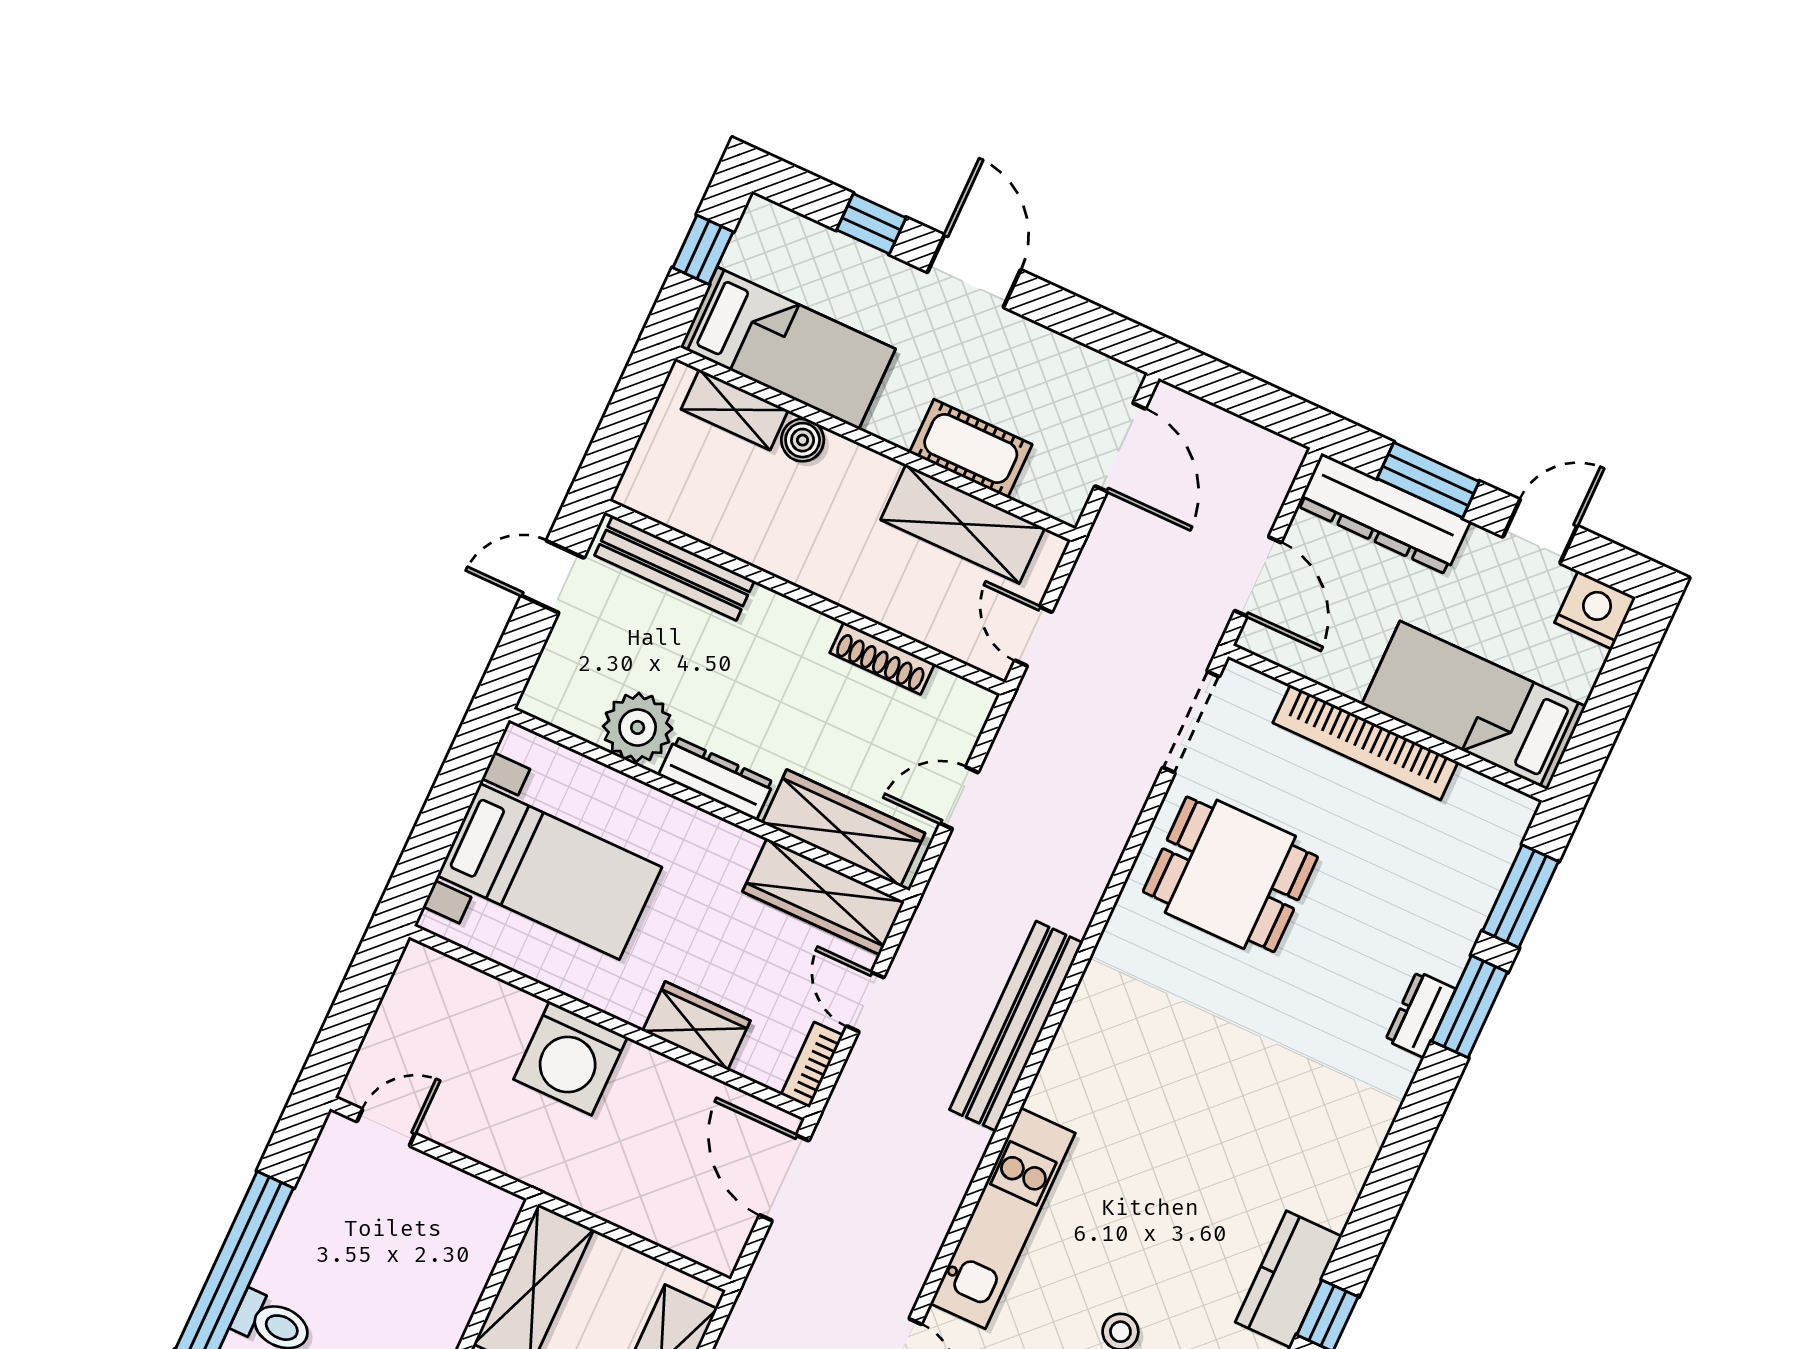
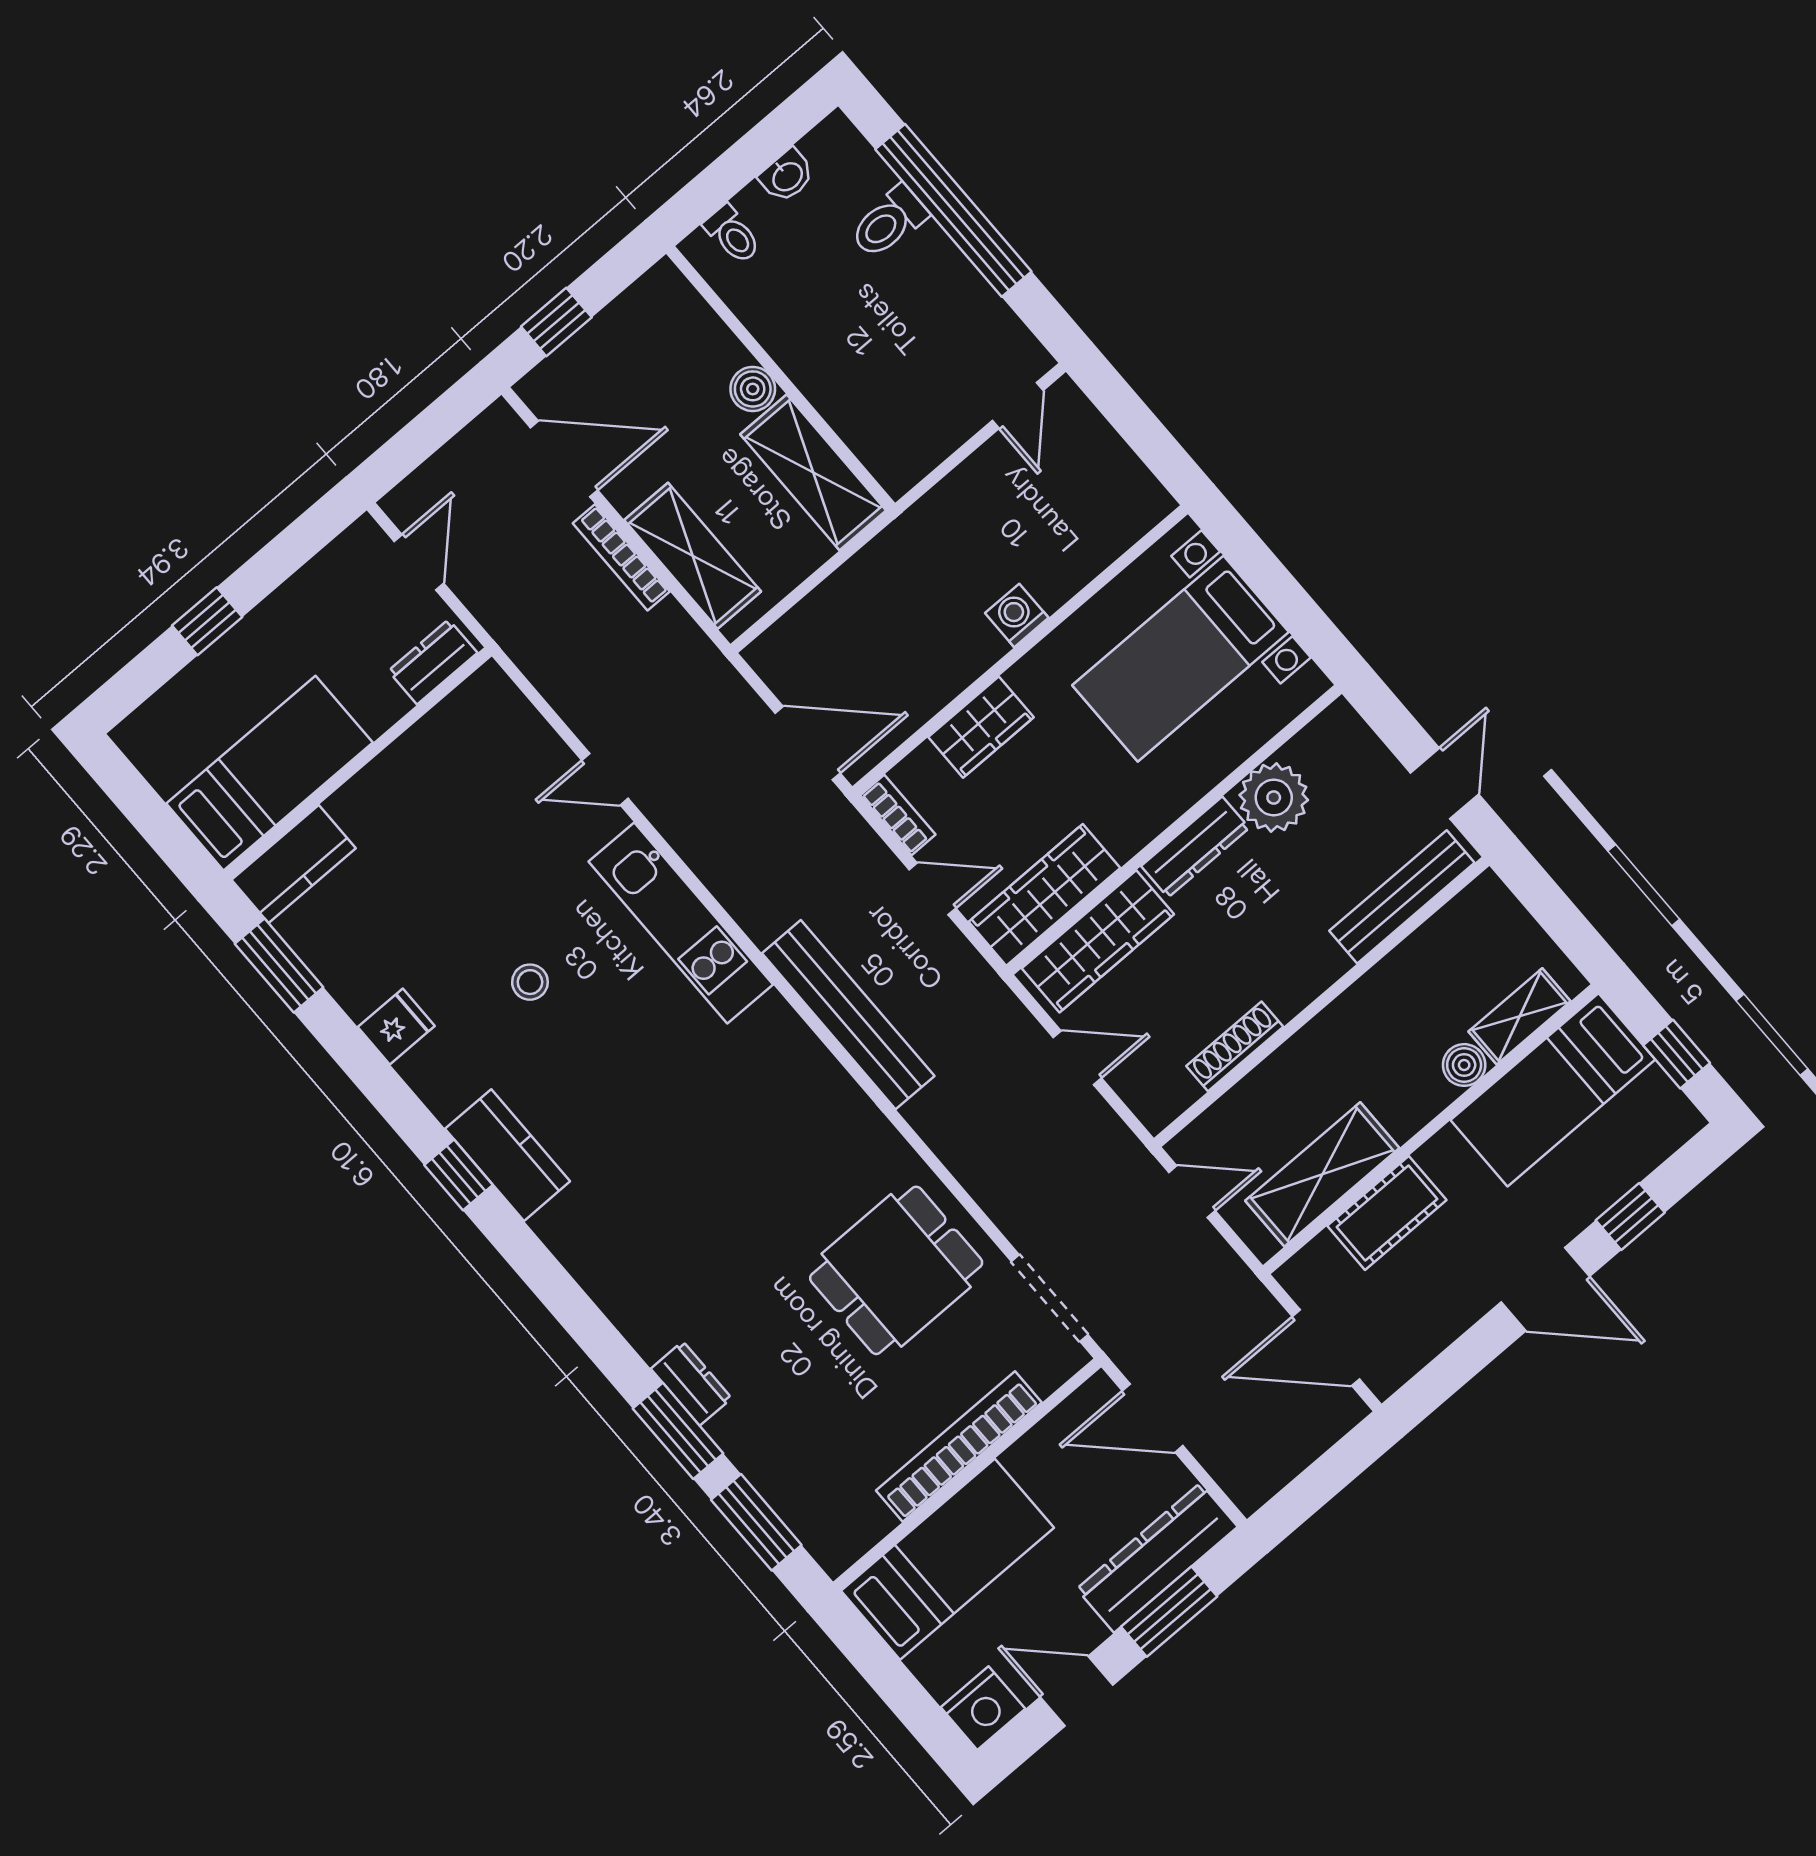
door: (1540, 531) -> (1077, 1691), swing flipped
door: (959, 798) -> (1077, 1058), hinge flipped
washing machine: (570, 1058) -> (1017, 615), width x0.53, depth x0.53

